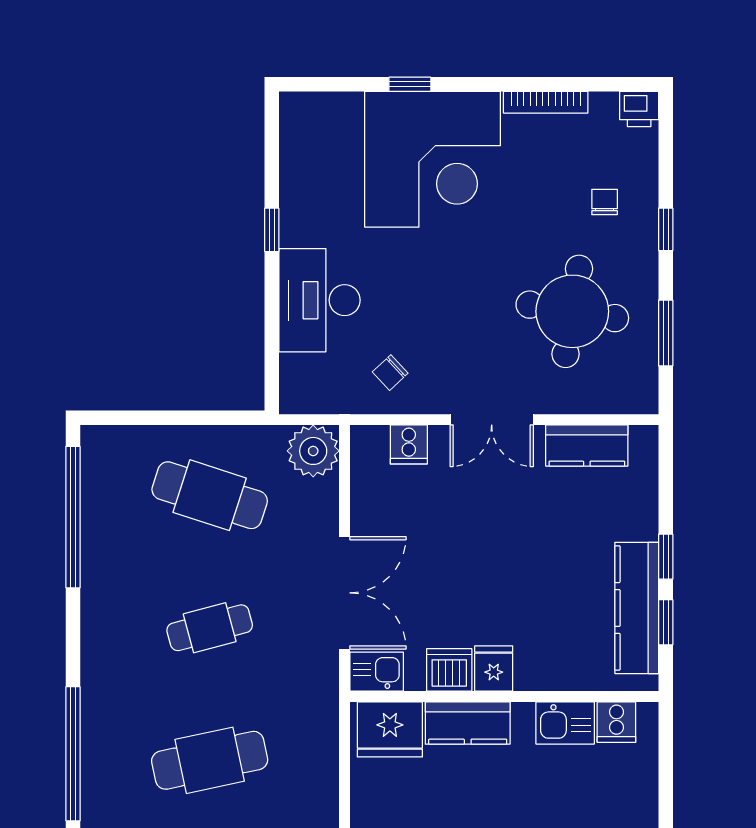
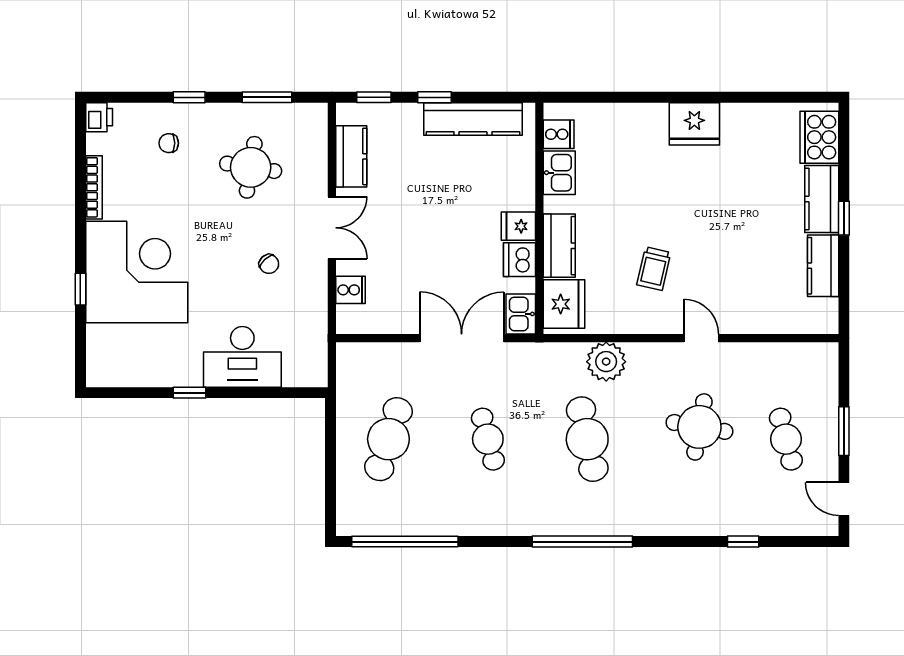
round table: (572, 311) -> (251, 167), width x0.73, depth x0.73
chair: (390, 373) -> (269, 264), moved
plant: (313, 451) -> (606, 362), moved
window: (666, 622) -> (374, 97), moved

